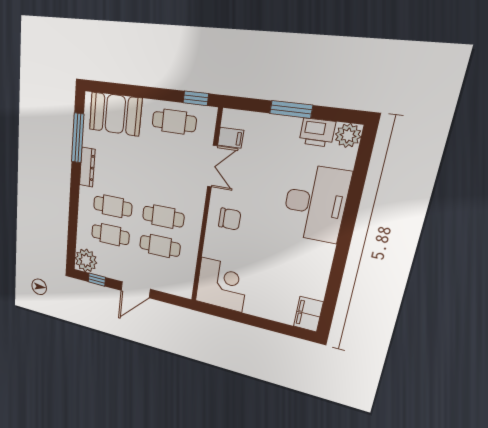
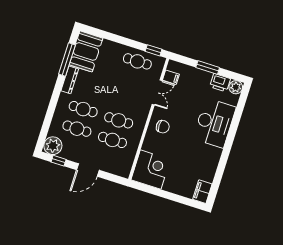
booth: (115, 114) -> (86, 51), moved, turned 90

